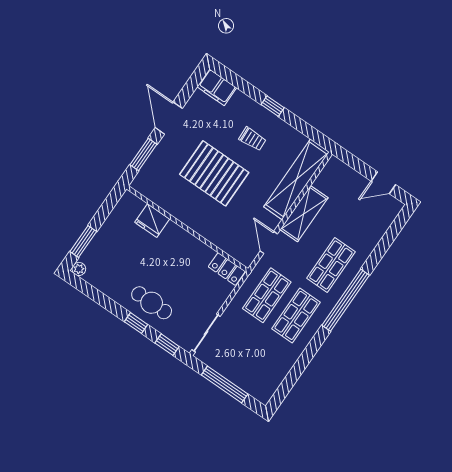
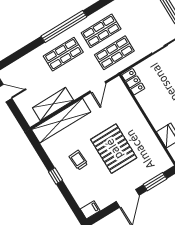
filing cabinet: (217, 87) -> (90, 210), width x0.50
shelving: (304, 214) -> (53, 104), moved

